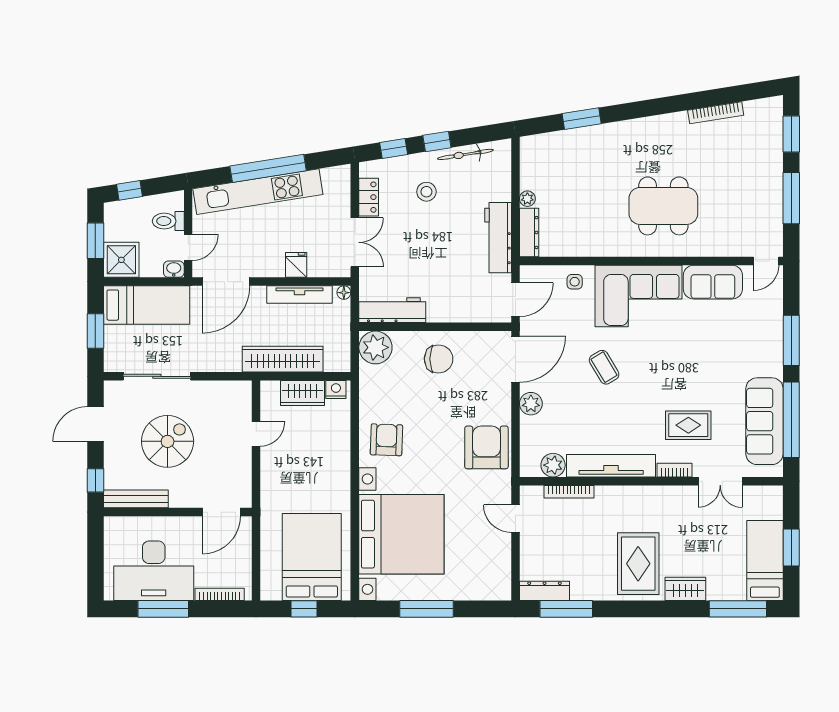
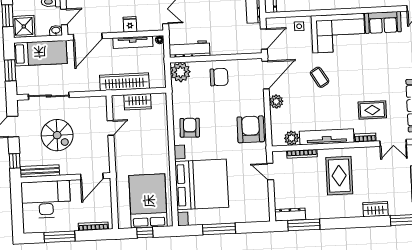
nightstand: (336, 390) -> (158, 99), removed
spiral stairs: (168, 441) -> (57, 135), turned 90
rug: (638, 564) -> (339, 176), moved
desk: (154, 571) -> (46, 199), moved, turned 180

